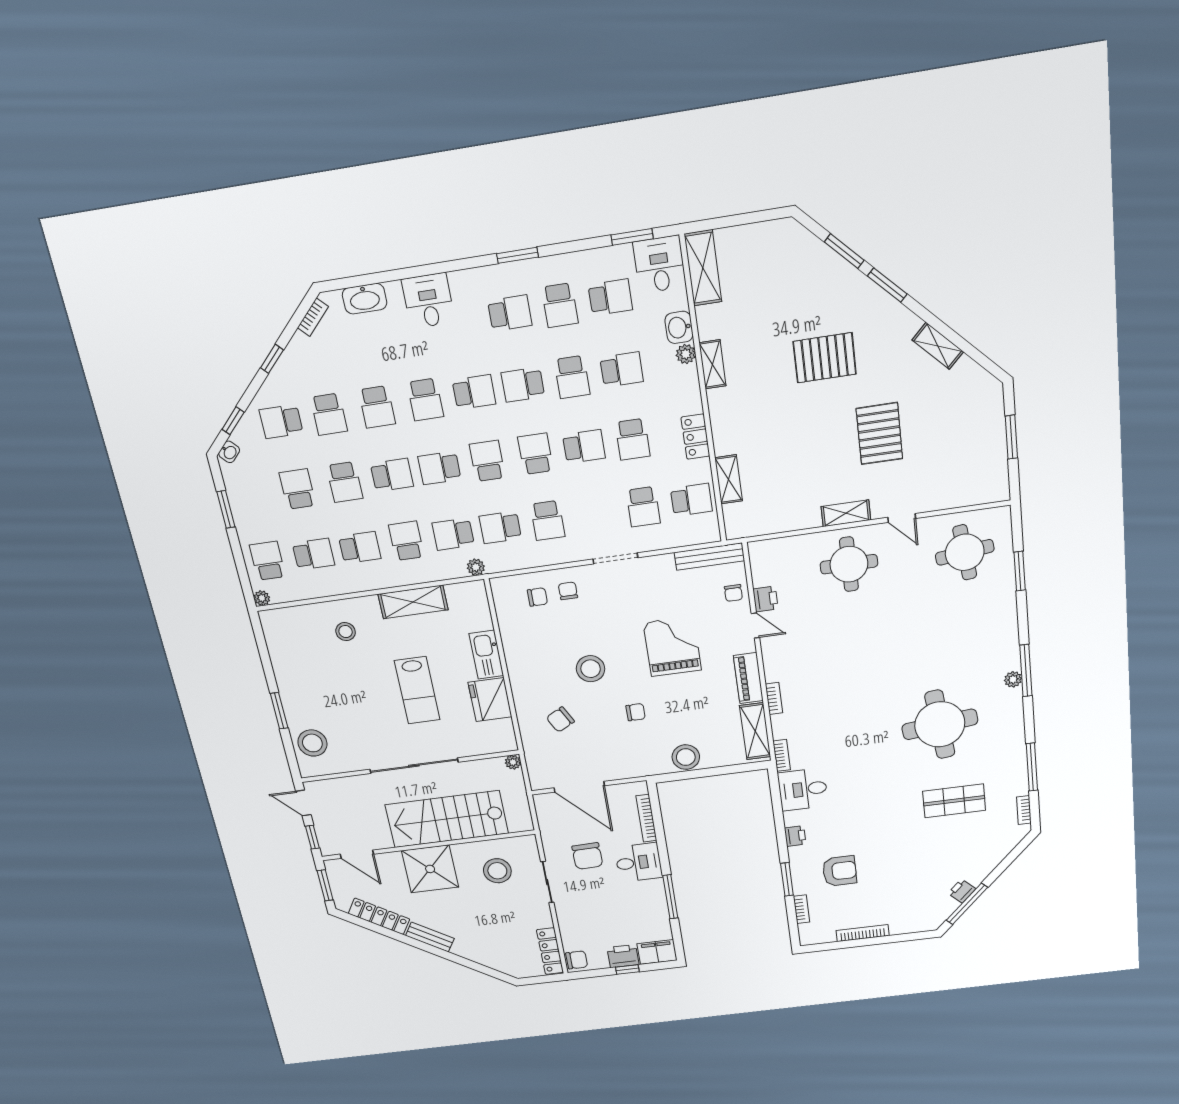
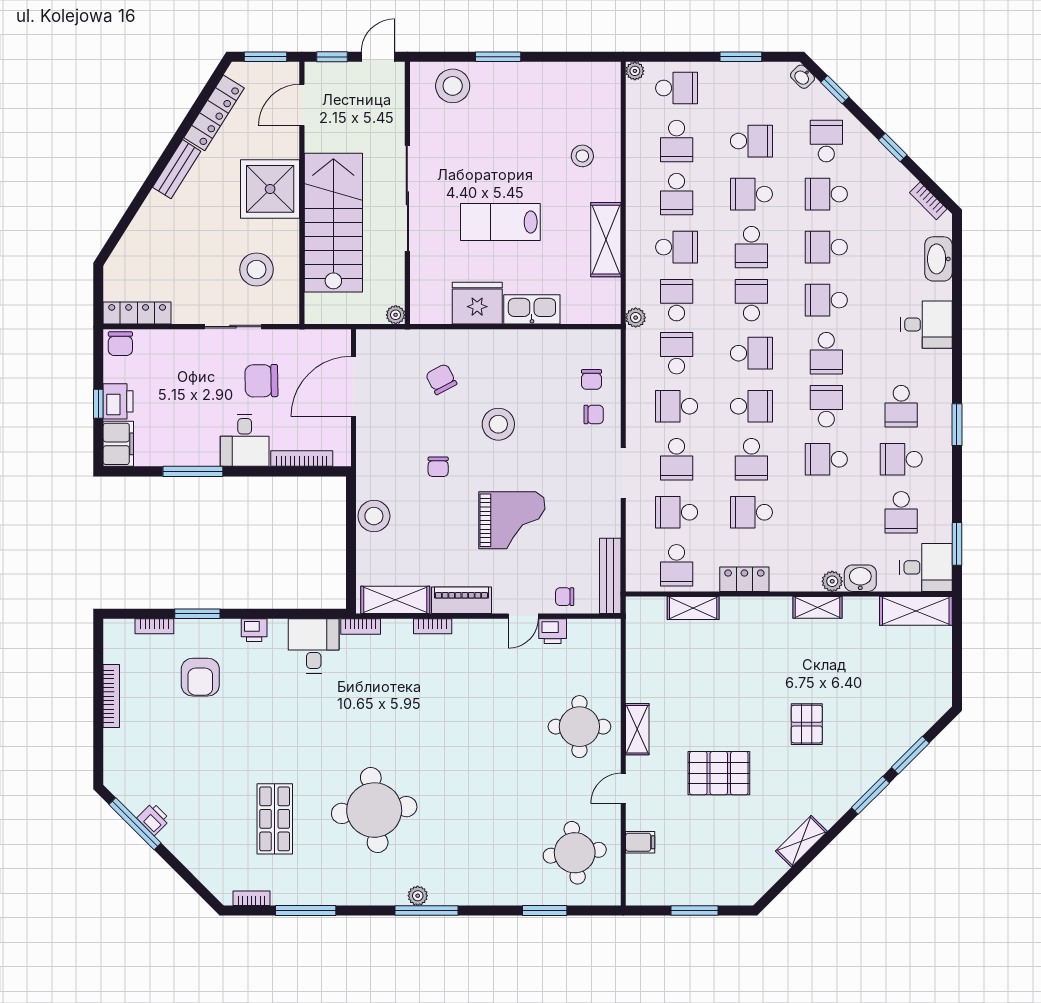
pallet: (825, 358) -> (807, 724), width x0.67, depth x0.71
school desk: (622, 370) -> (677, 459), moved
filing cabinet: (950, 496) -> (640, 842), added

